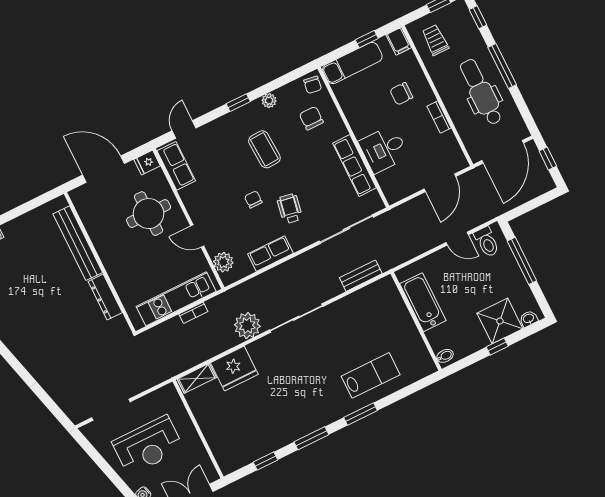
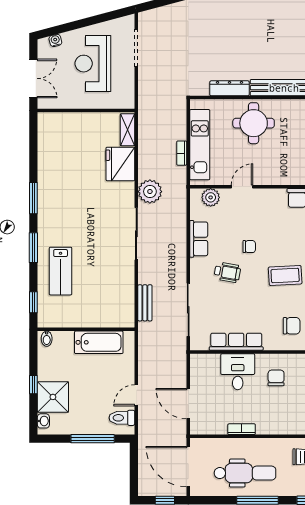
chair: (401, 94) -> (276, 378), moved
round table: (149, 214) -> (254, 123), moved
window: (266, 461) -> (33, 302), moved

